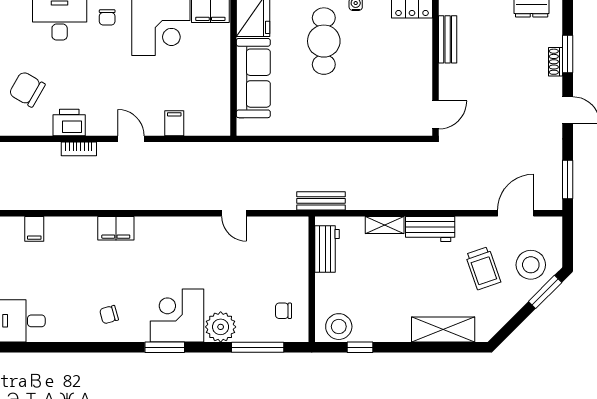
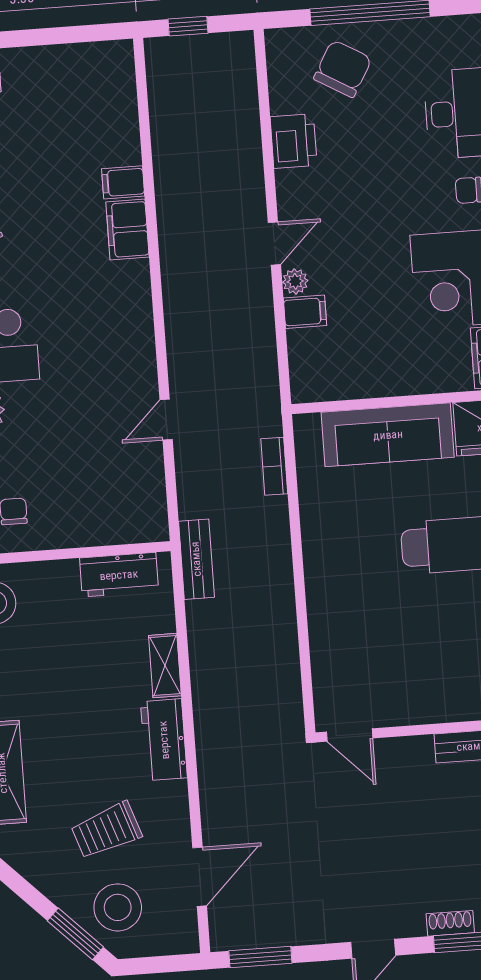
plant: (155, 128) -> (295, 281), added
bookcase: (79, 149) -> (274, 466), moved
door: (516, 213) -> (200, 877), hinge flipped
filing cabinet: (34, 229) -> (123, 182), moved

